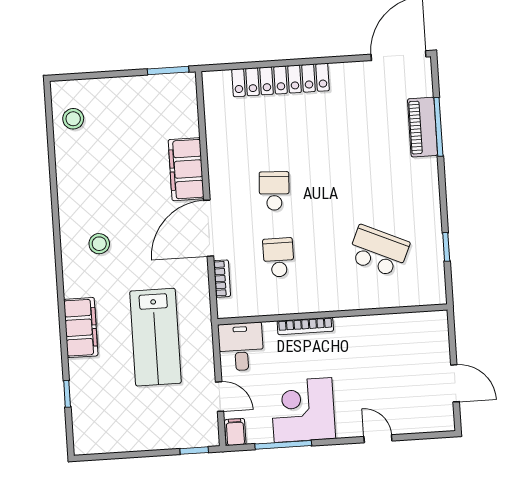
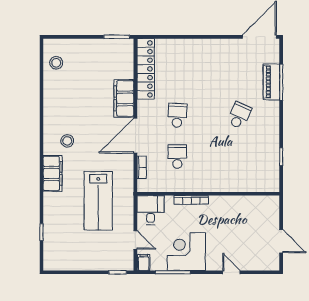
locker: (281, 80) -> (146, 69), moved, turned -90
school desk: (378, 251) -> (239, 115), moved, width x0.54
filing cabinet: (81, 328) -> (53, 173), moved

